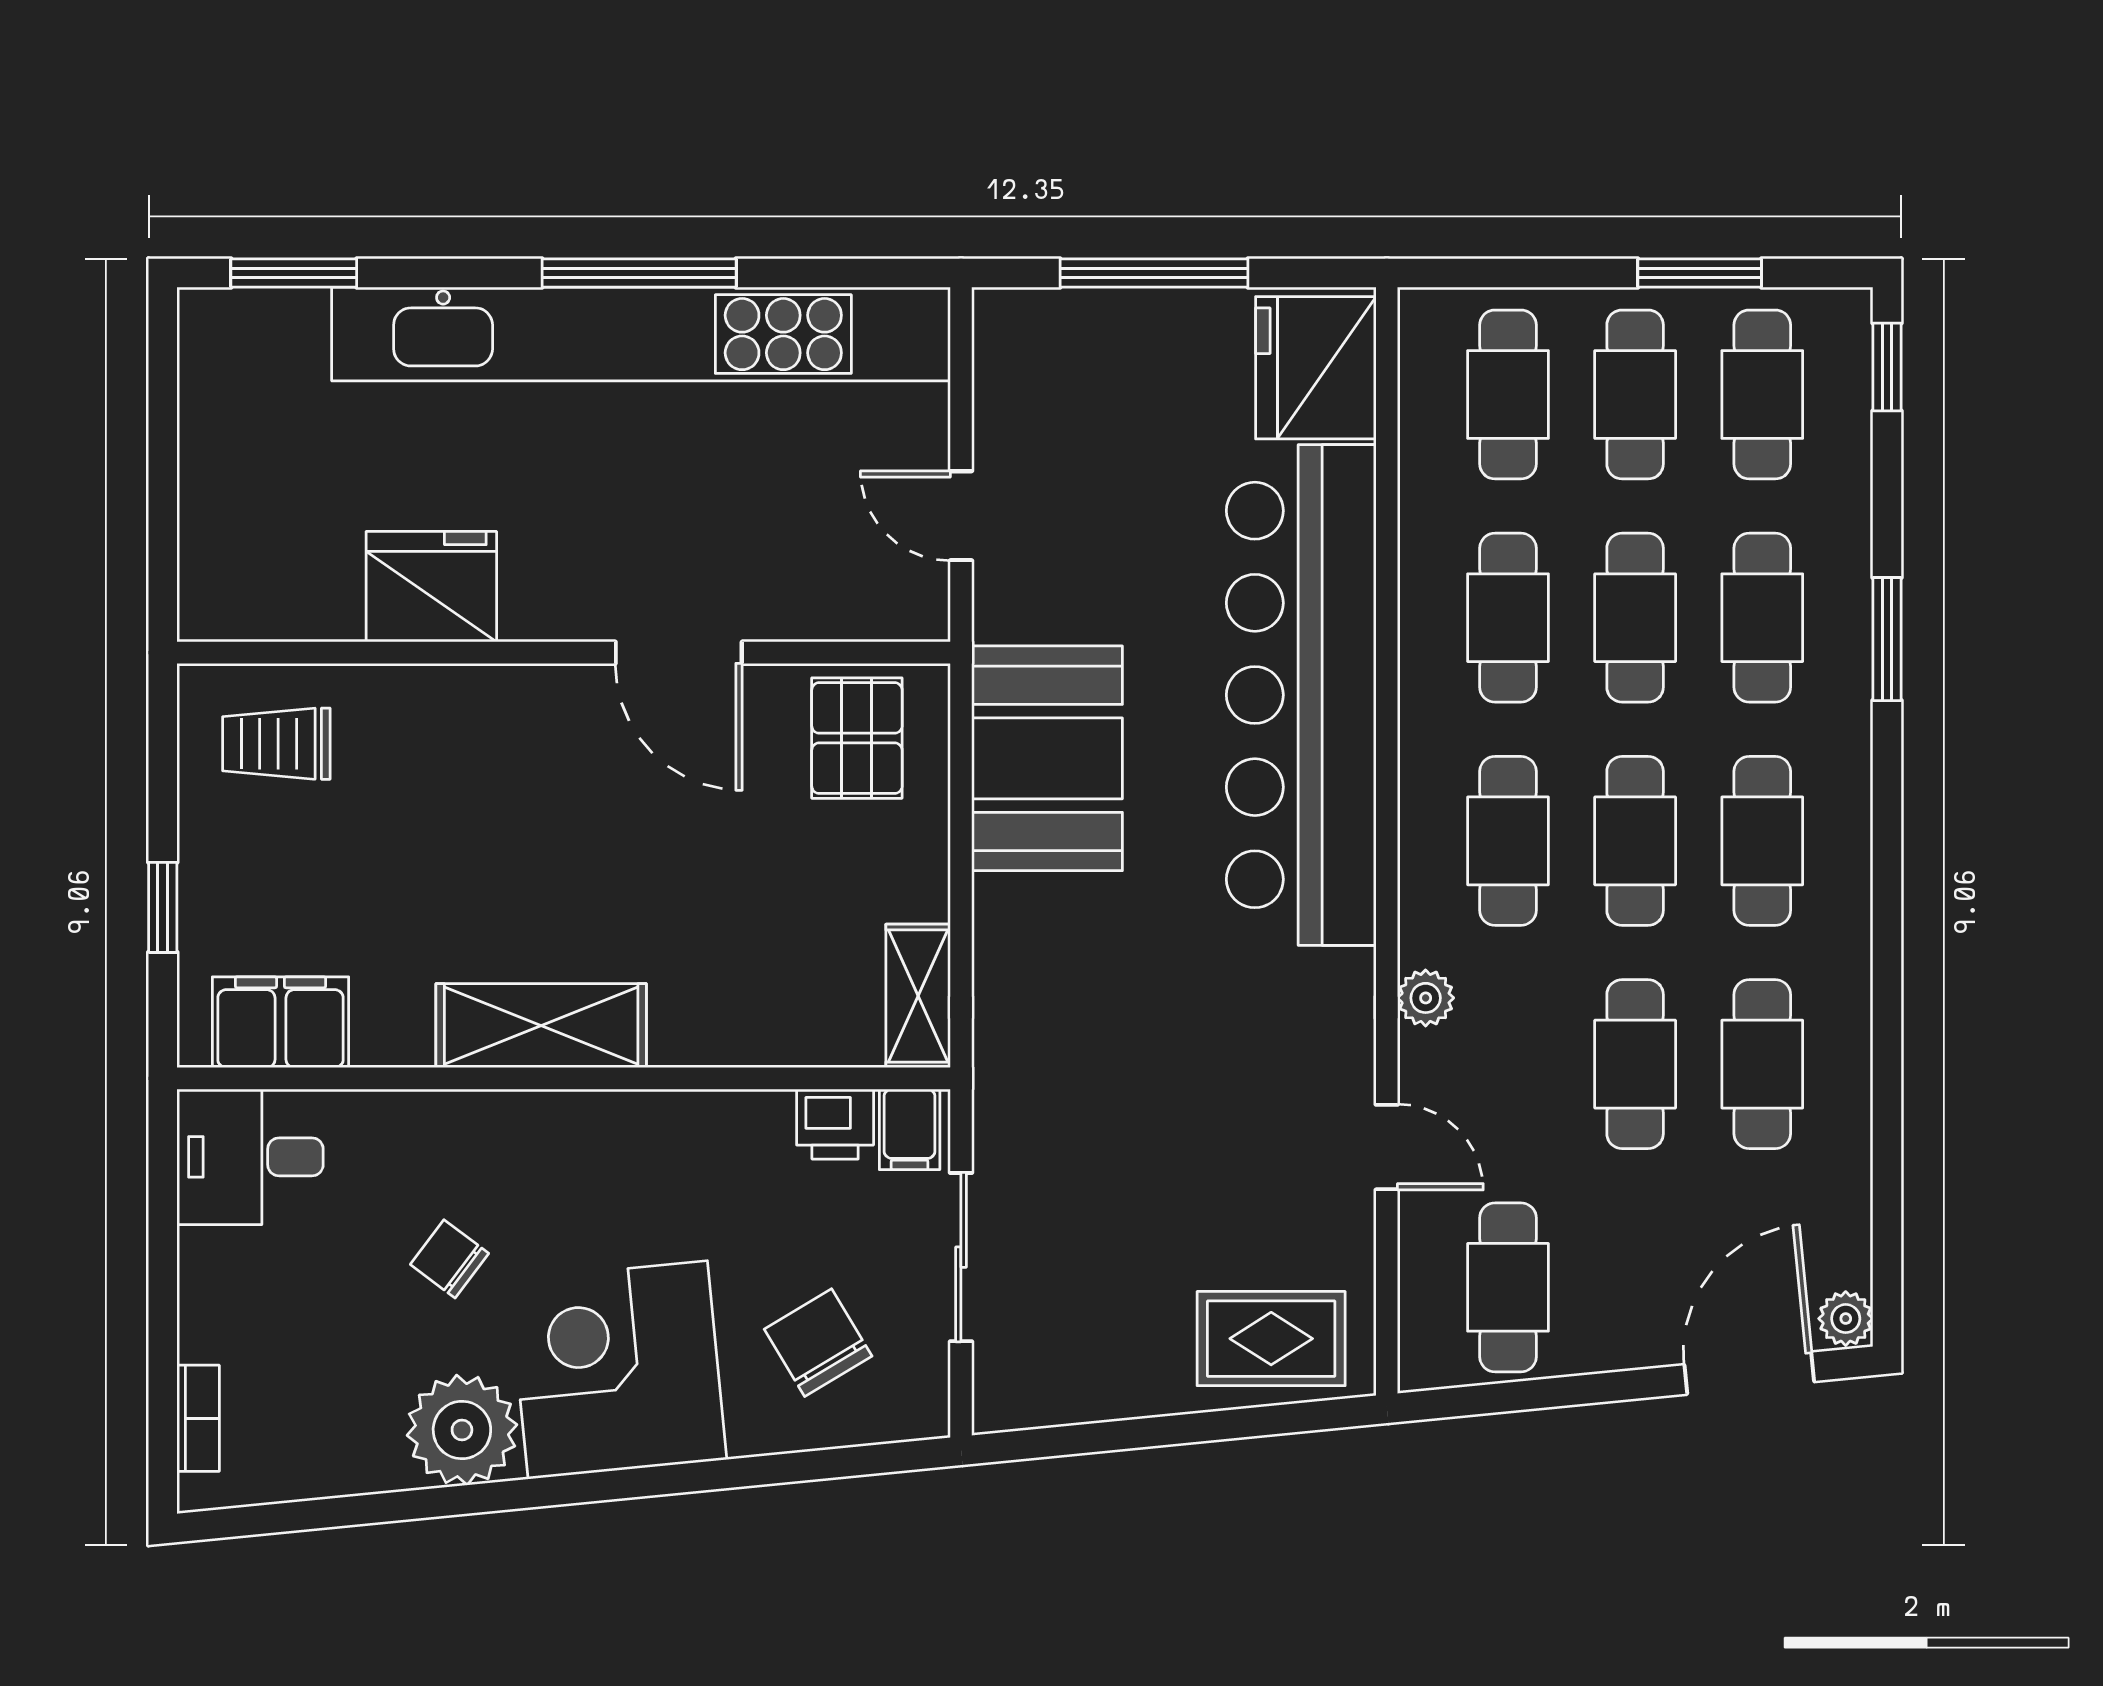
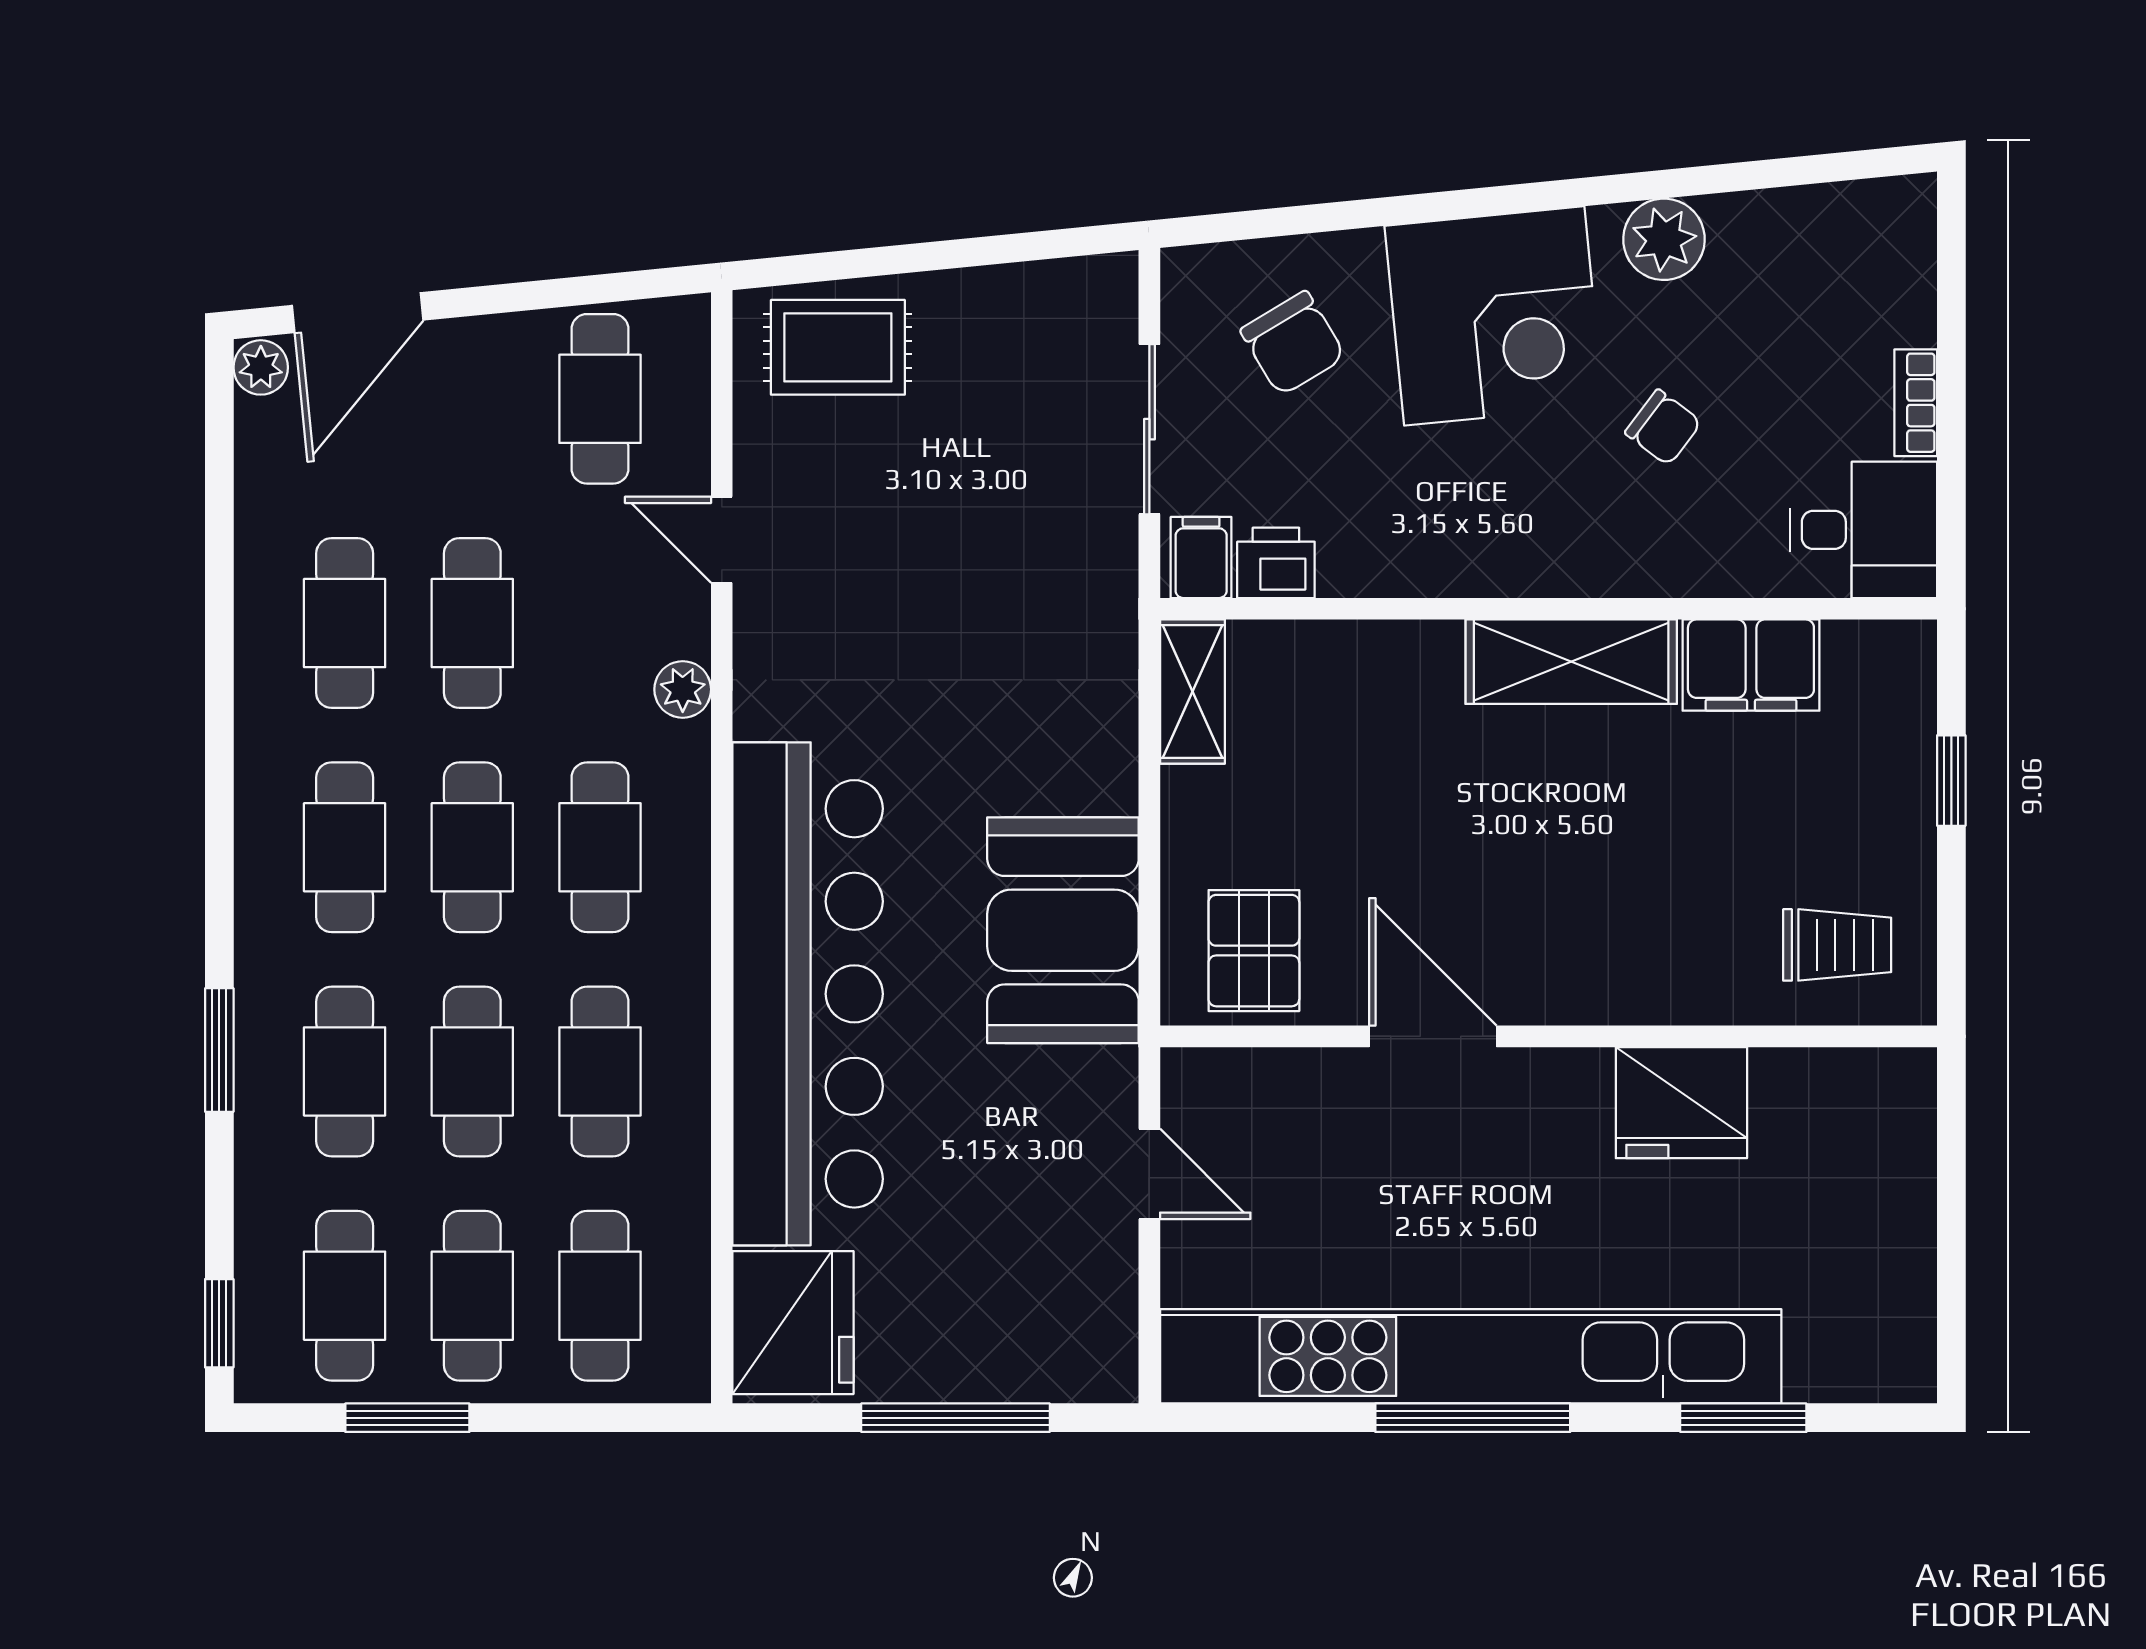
window: (294, 273) -> (1743, 1418), moved
filing cabinet: (280, 1022) -> (1751, 665), moved
bookcase: (198, 1418) -> (1916, 403), moved
plant: (462, 1430) -> (1664, 239), width x0.73, depth x0.73

